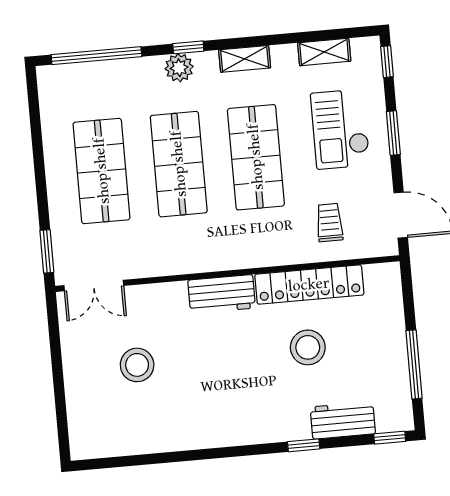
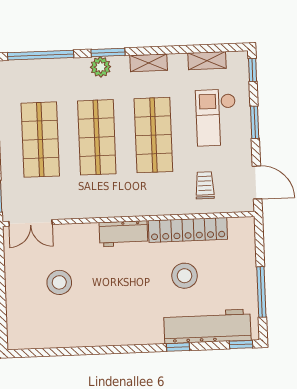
window: (188, 47) -> (108, 52), width x1.50
workbench: (343, 420) -> (207, 326), width x1.88, depth x1.32

